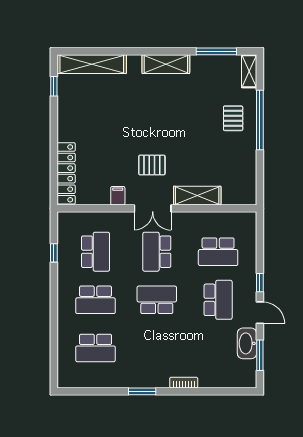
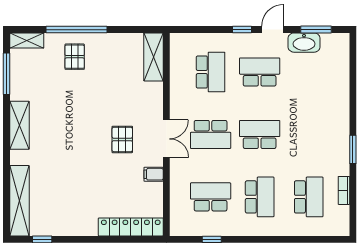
pallet: (233, 118) -> (75, 57), turned 90
shelving: (197, 196) -> (153, 57), moved
school desk: (157, 300) -> (260, 134), turned 90
bookcase: (184, 383) -> (344, 190), moved

